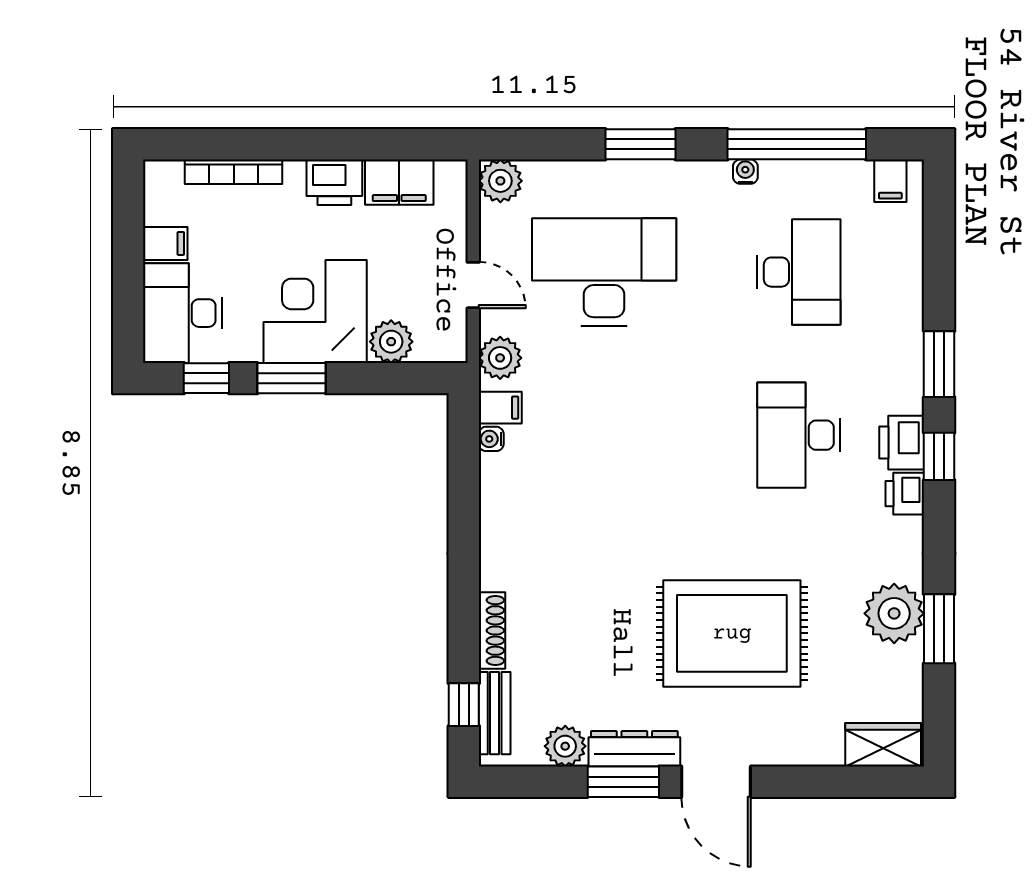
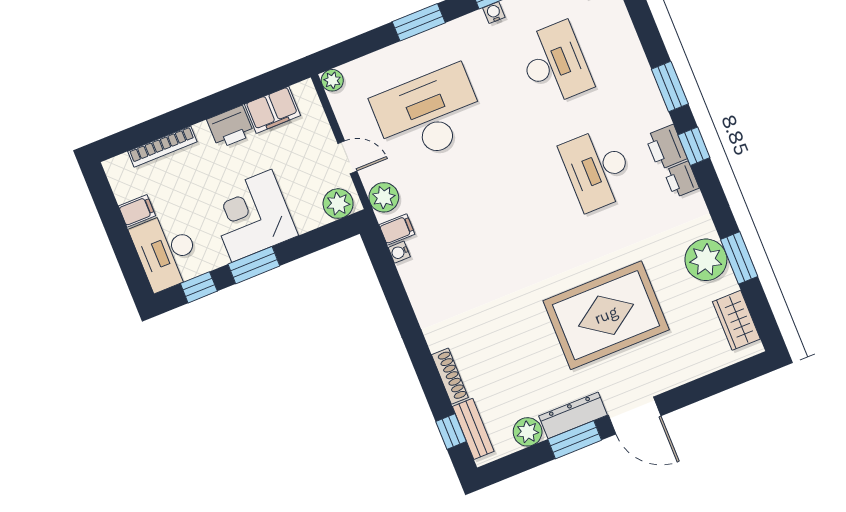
plant: (500, 181) -> (332, 80), width x0.73, depth x0.73
plant: (391, 342) -> (338, 204), moved
wardrobe: (883, 745) -> (736, 320), moved, turned -90

